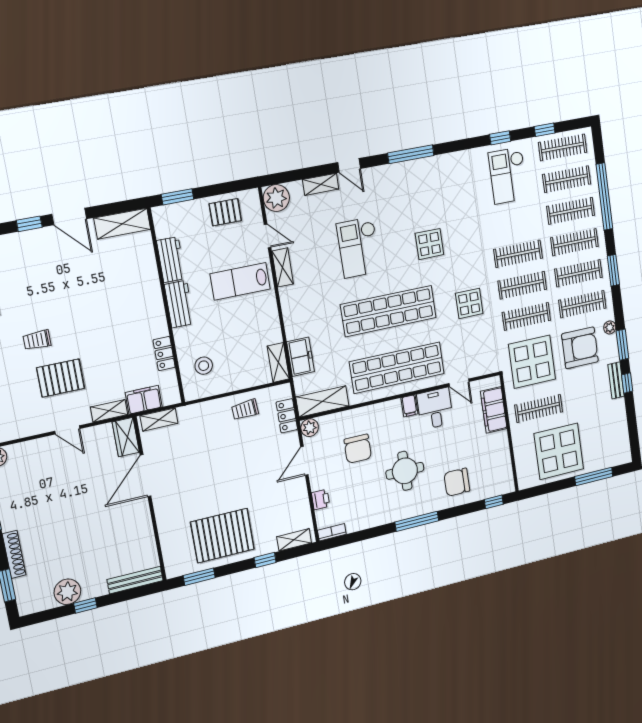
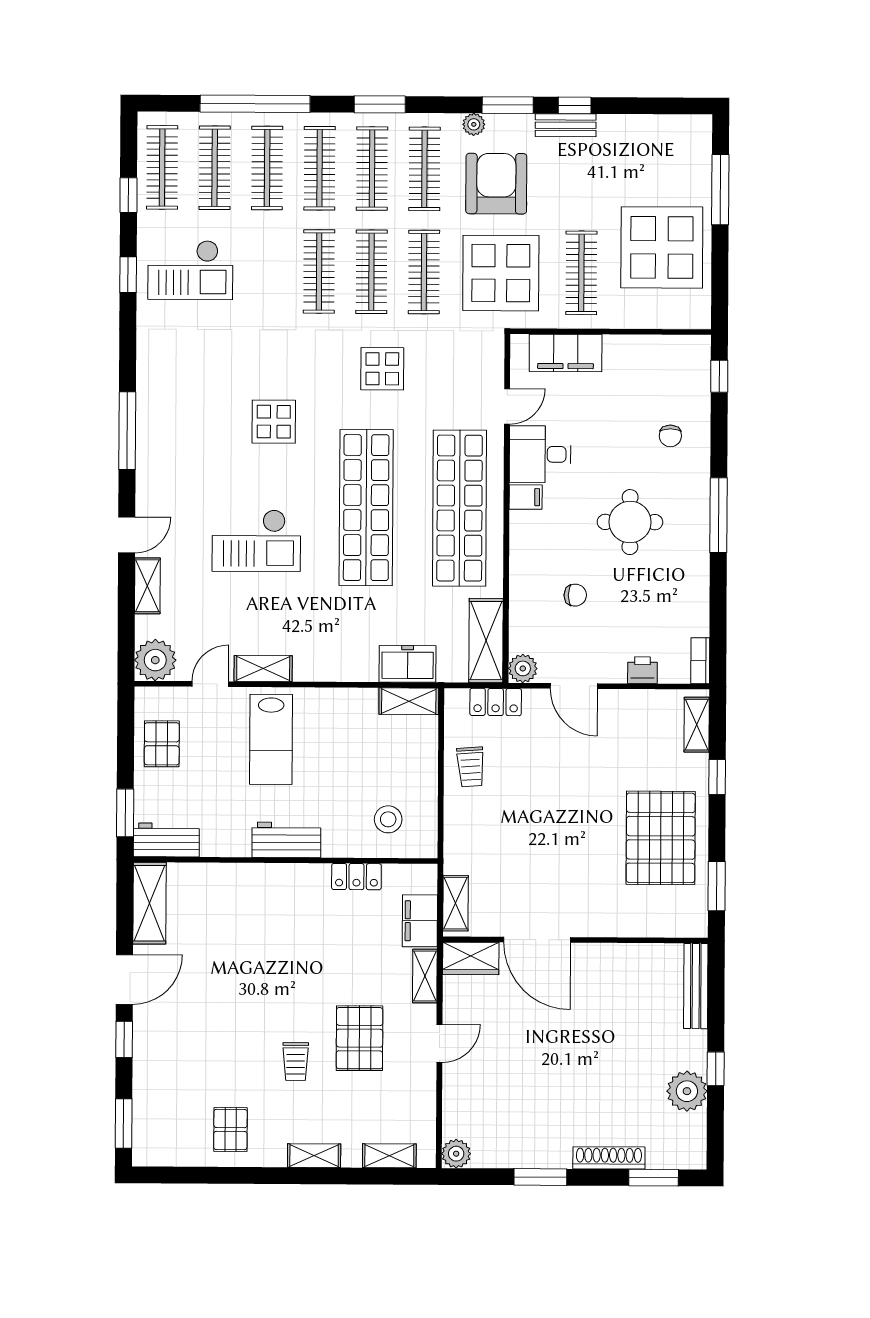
workbench: (171, 260) -> (166, 840), moved
chair: (358, 449) -> (575, 595), width x0.54, depth x0.54
chair: (457, 482) -> (670, 436), width x0.54, depth x0.54

